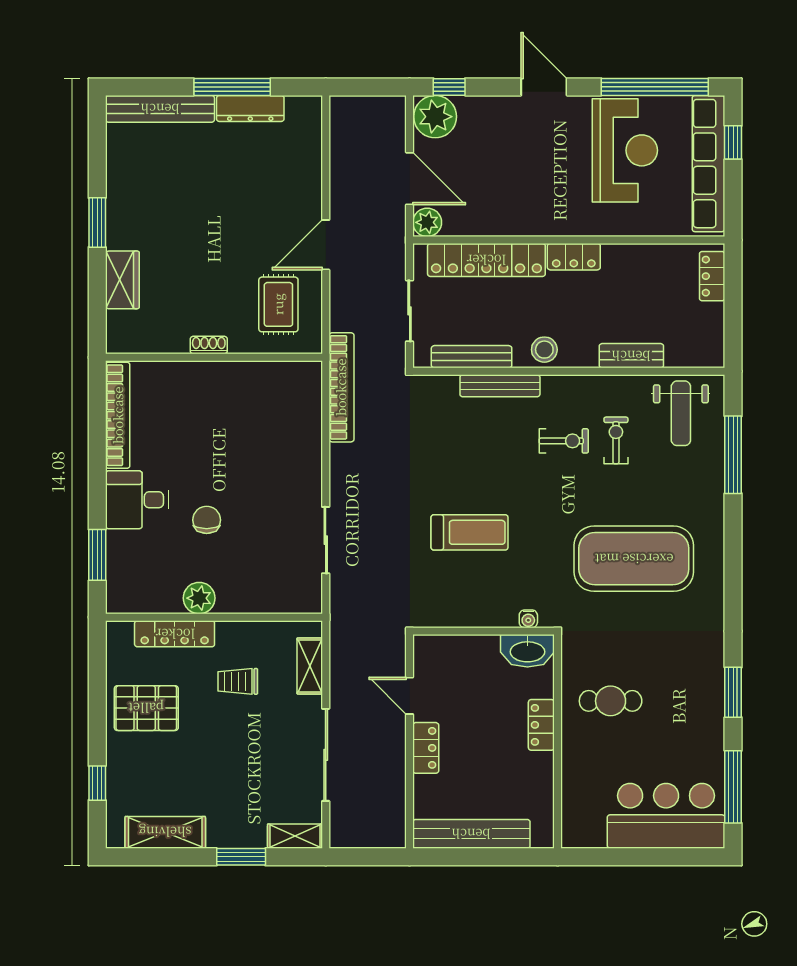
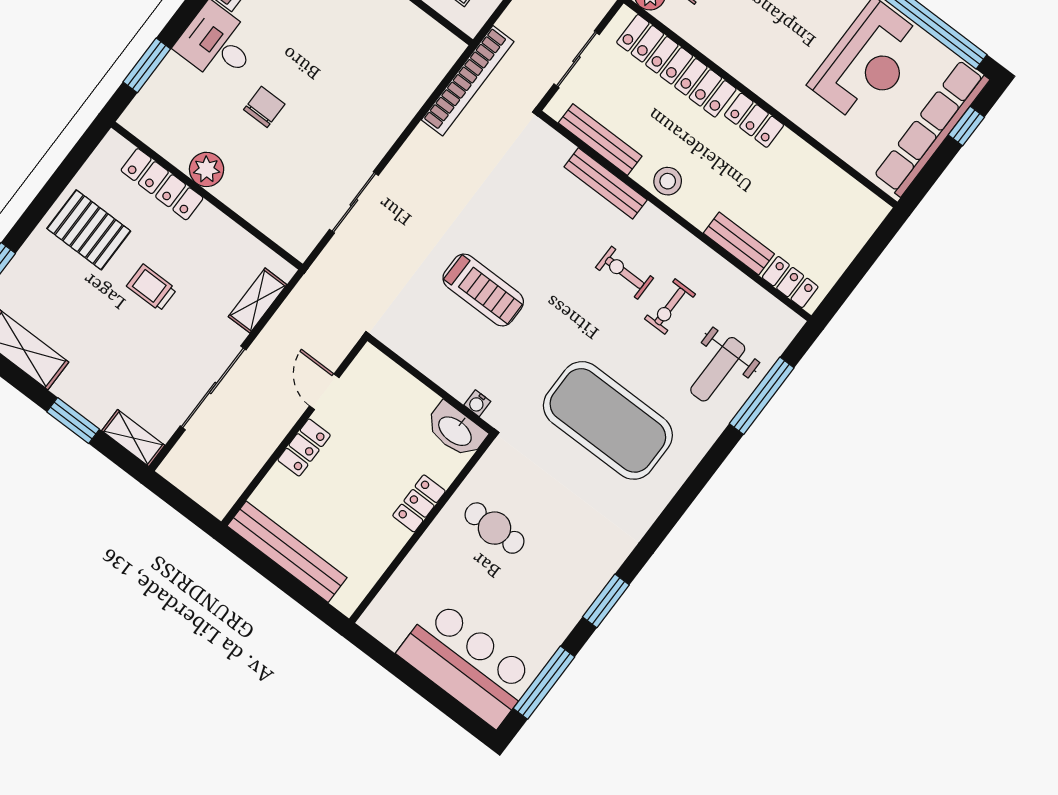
locker: (712, 276) -> (790, 282), moved, turned 90
weight bench: (681, 413) -> (718, 369), moved
exercise bike: (616, 440) -> (670, 307), turned 180
exercise bike: (564, 441) -> (625, 273), turned 180
trolley: (238, 681) -> (152, 288), moved

